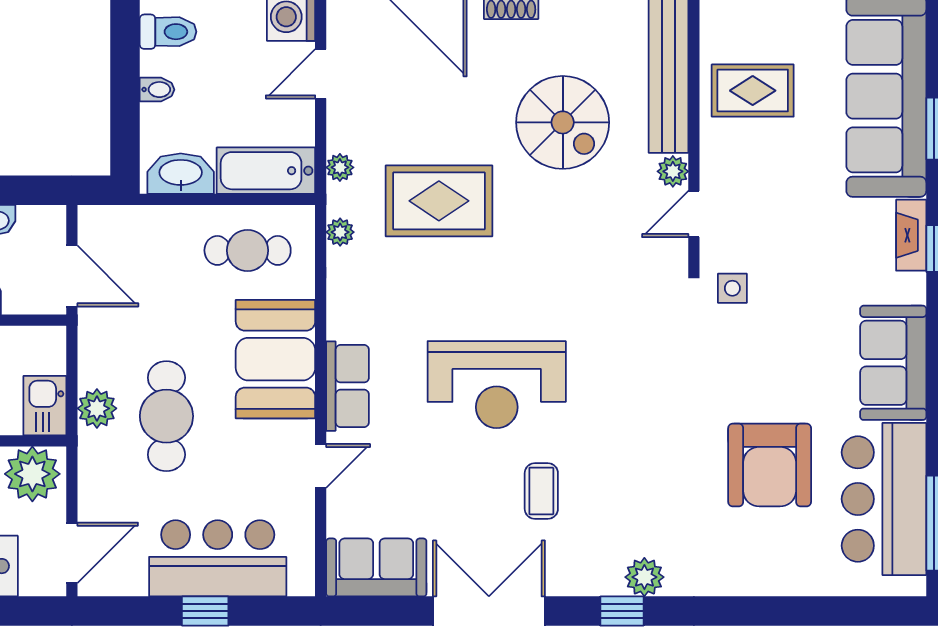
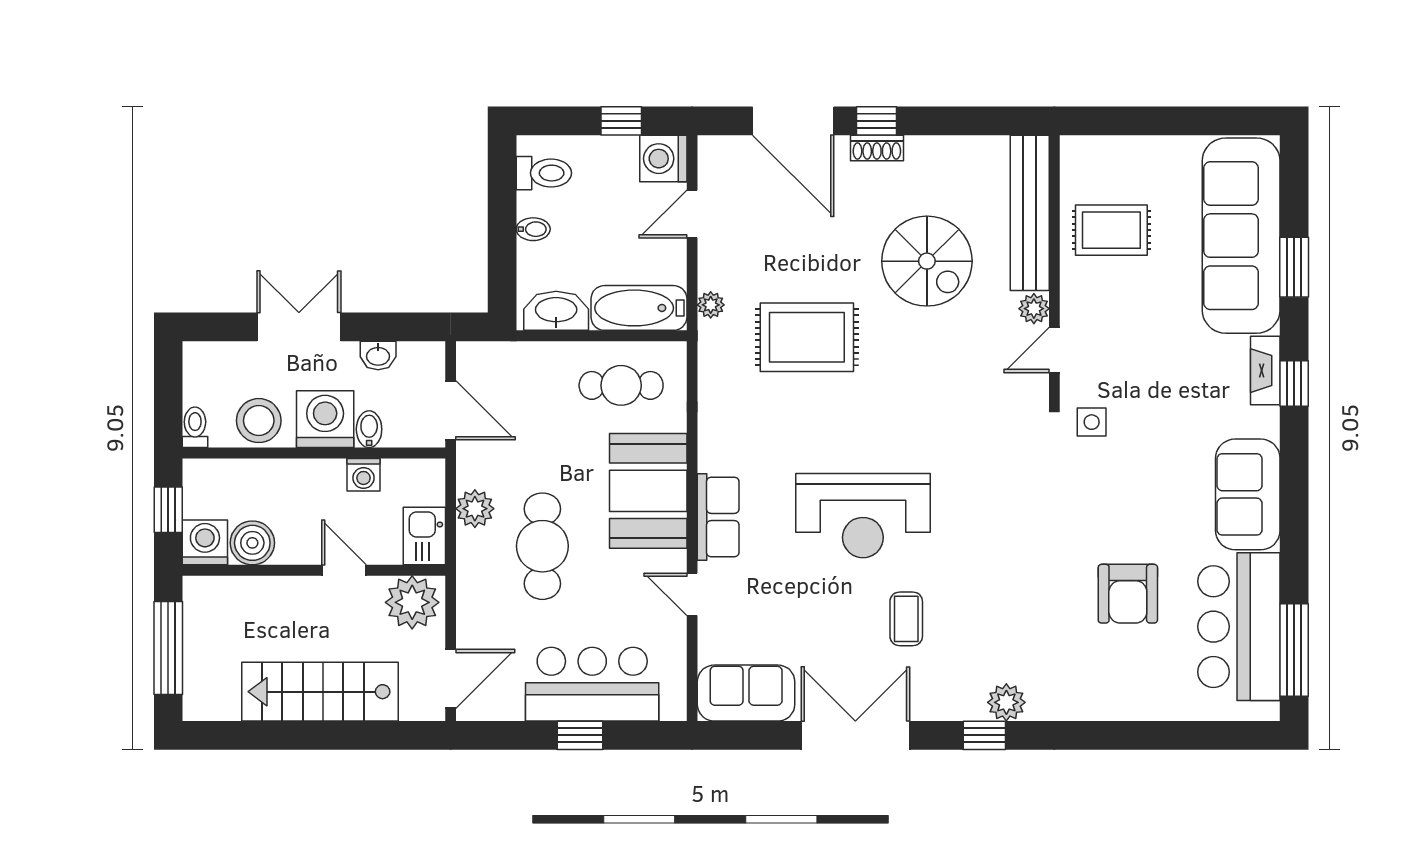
plant: (340, 232) -> (711, 368), removed
plant: (97, 408) -> (475, 509), moved
armchair: (770, 465) -> (1128, 594), width x0.73, depth x0.73
door: (321, 466) -> (692, 594), swing flipped

